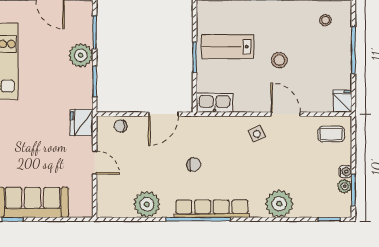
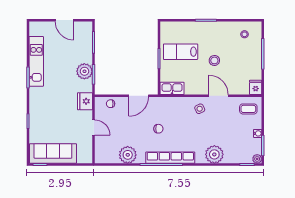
plant: (81, 55) -> (84, 71), moved
plant: (345, 186) -> (257, 159), moved

